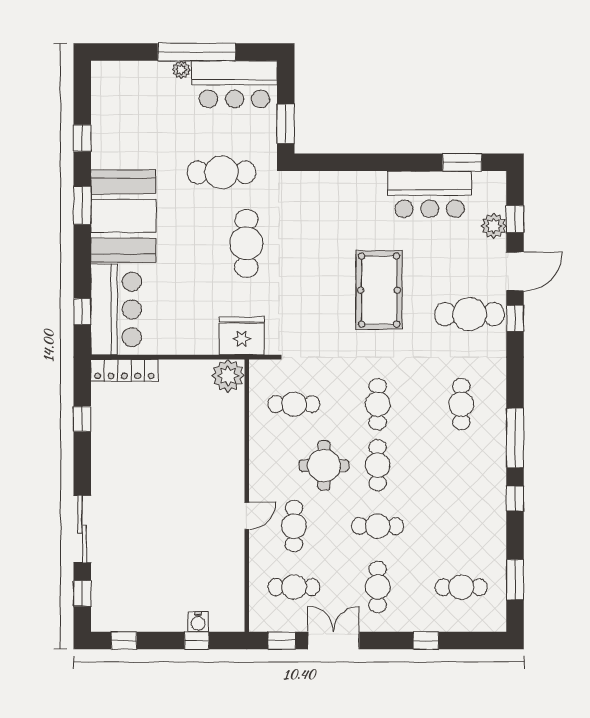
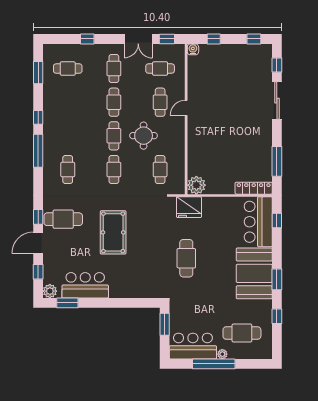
cafe table: (222, 172) -> (242, 333), moved
plant: (494, 226) -> (50, 291), moved
cafe table: (294, 404) -> (160, 170), turned 90
window: (82, 419) -> (277, 161), width x2.17
cafe table: (378, 526) -> (114, 102), turned 90
water cooler: (198, 622) -> (193, 49), moved

